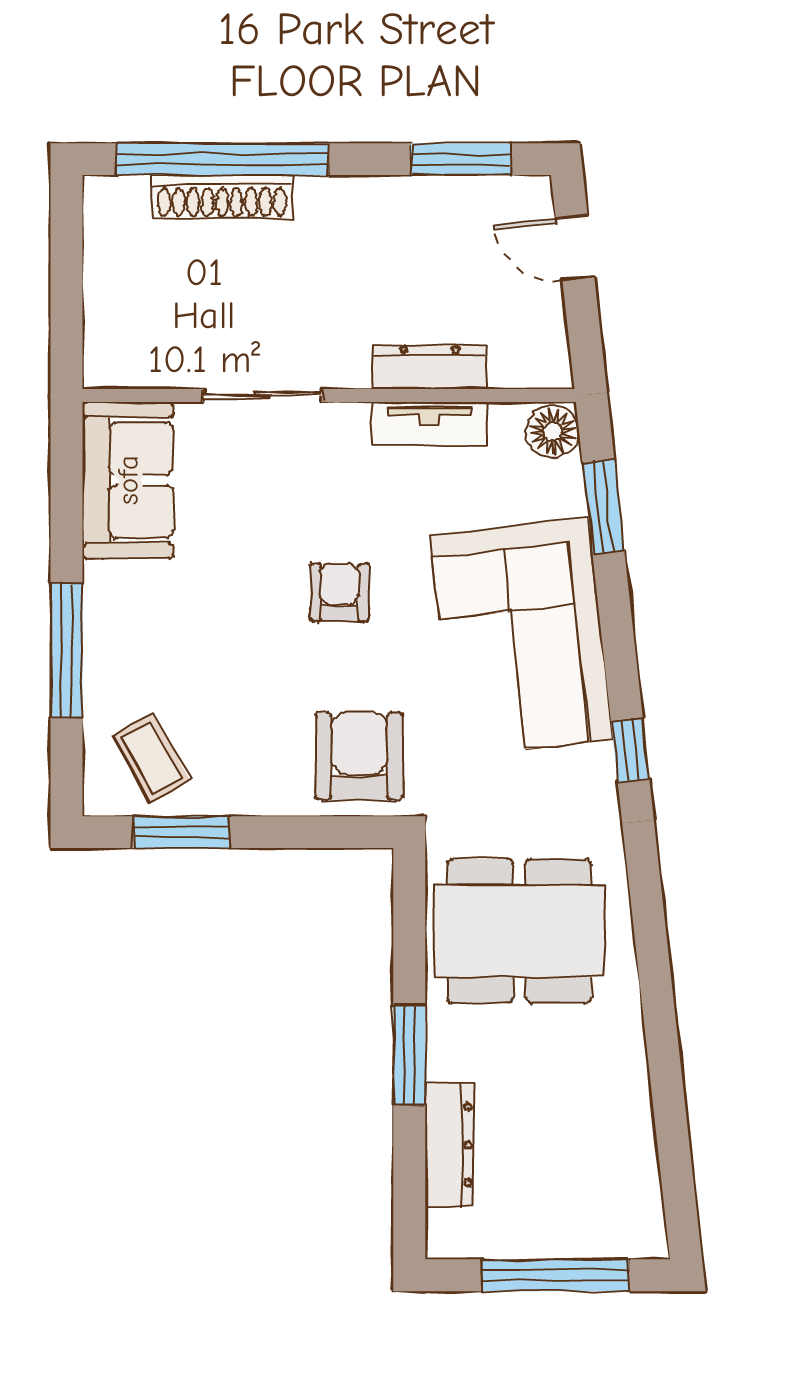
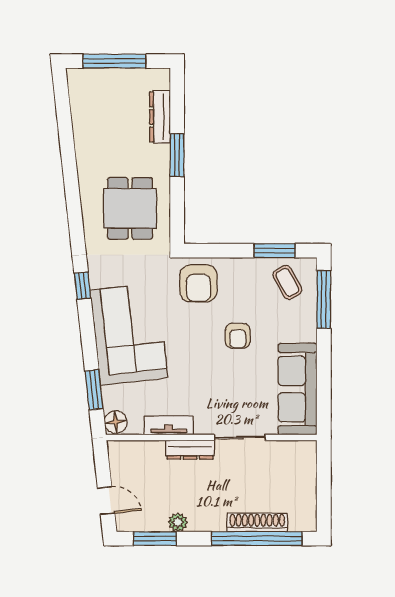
plant: (407, 197) -> (178, 522), added
dresser: (430, 367) -> (190, 450), moved
sofa: (128, 480) -> (298, 389), width x1.36
armchair: (339, 592) -> (238, 336), moved
window: (66, 650) -> (324, 299), moved
dining table: (519, 931) -> (130, 208), width x0.73

